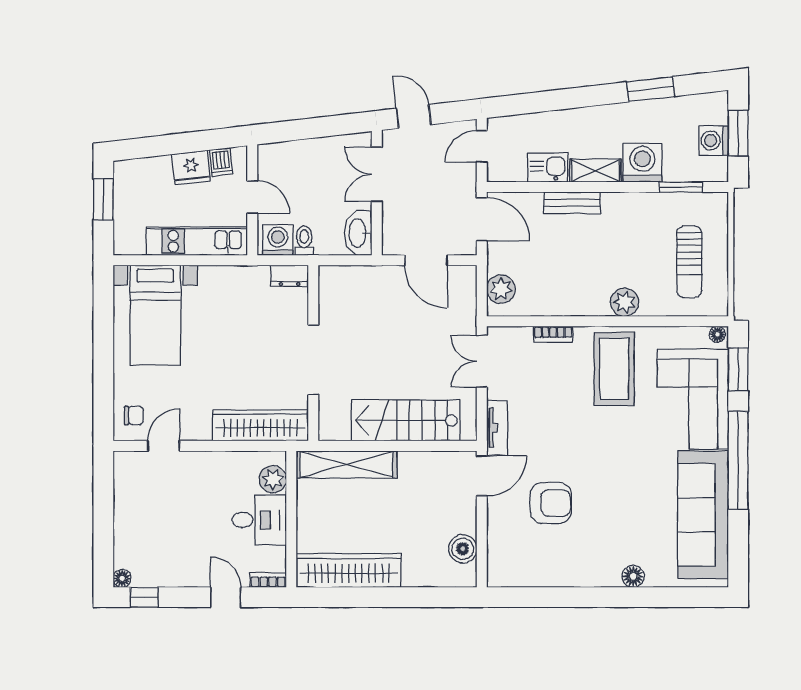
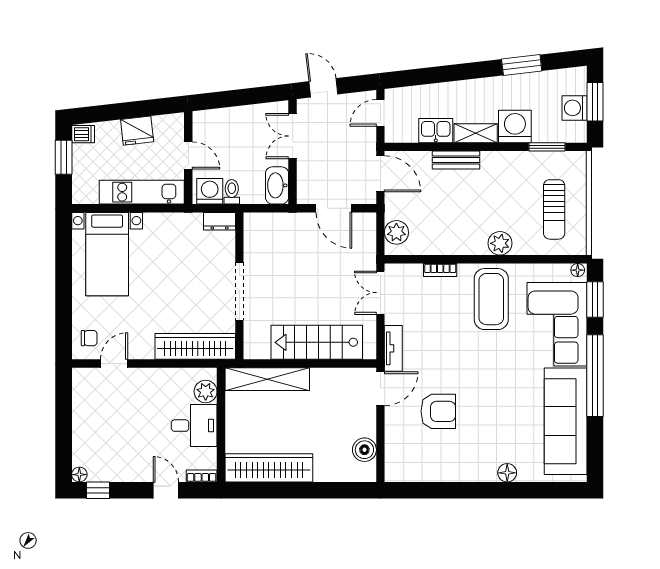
dishwasher: (221, 162) -> (83, 134), moved, turned -83

